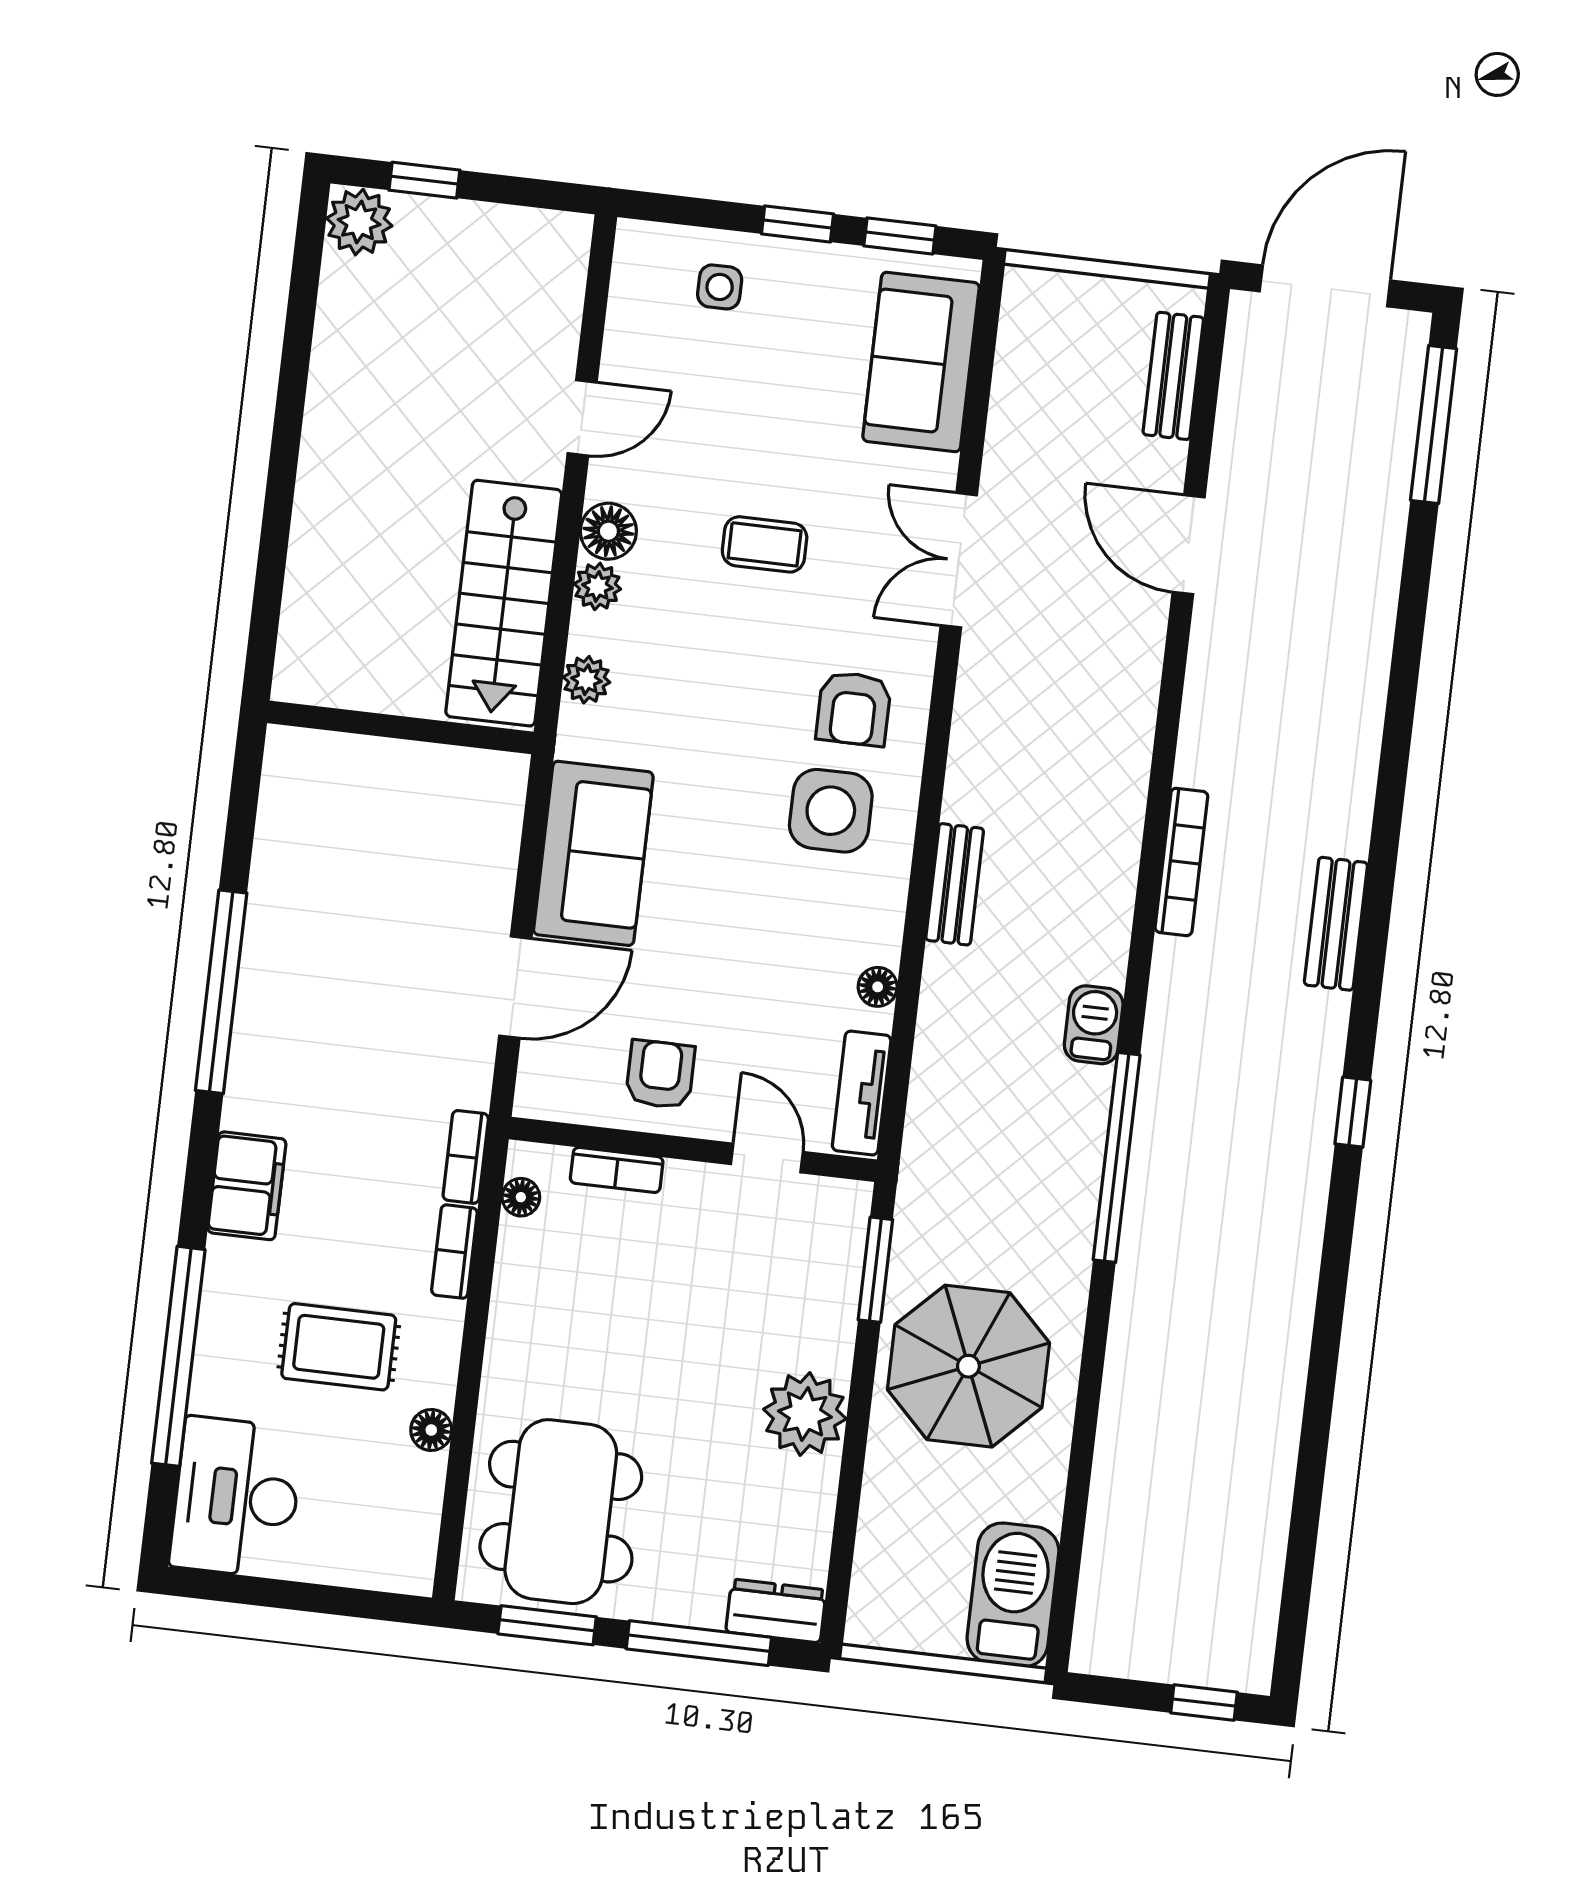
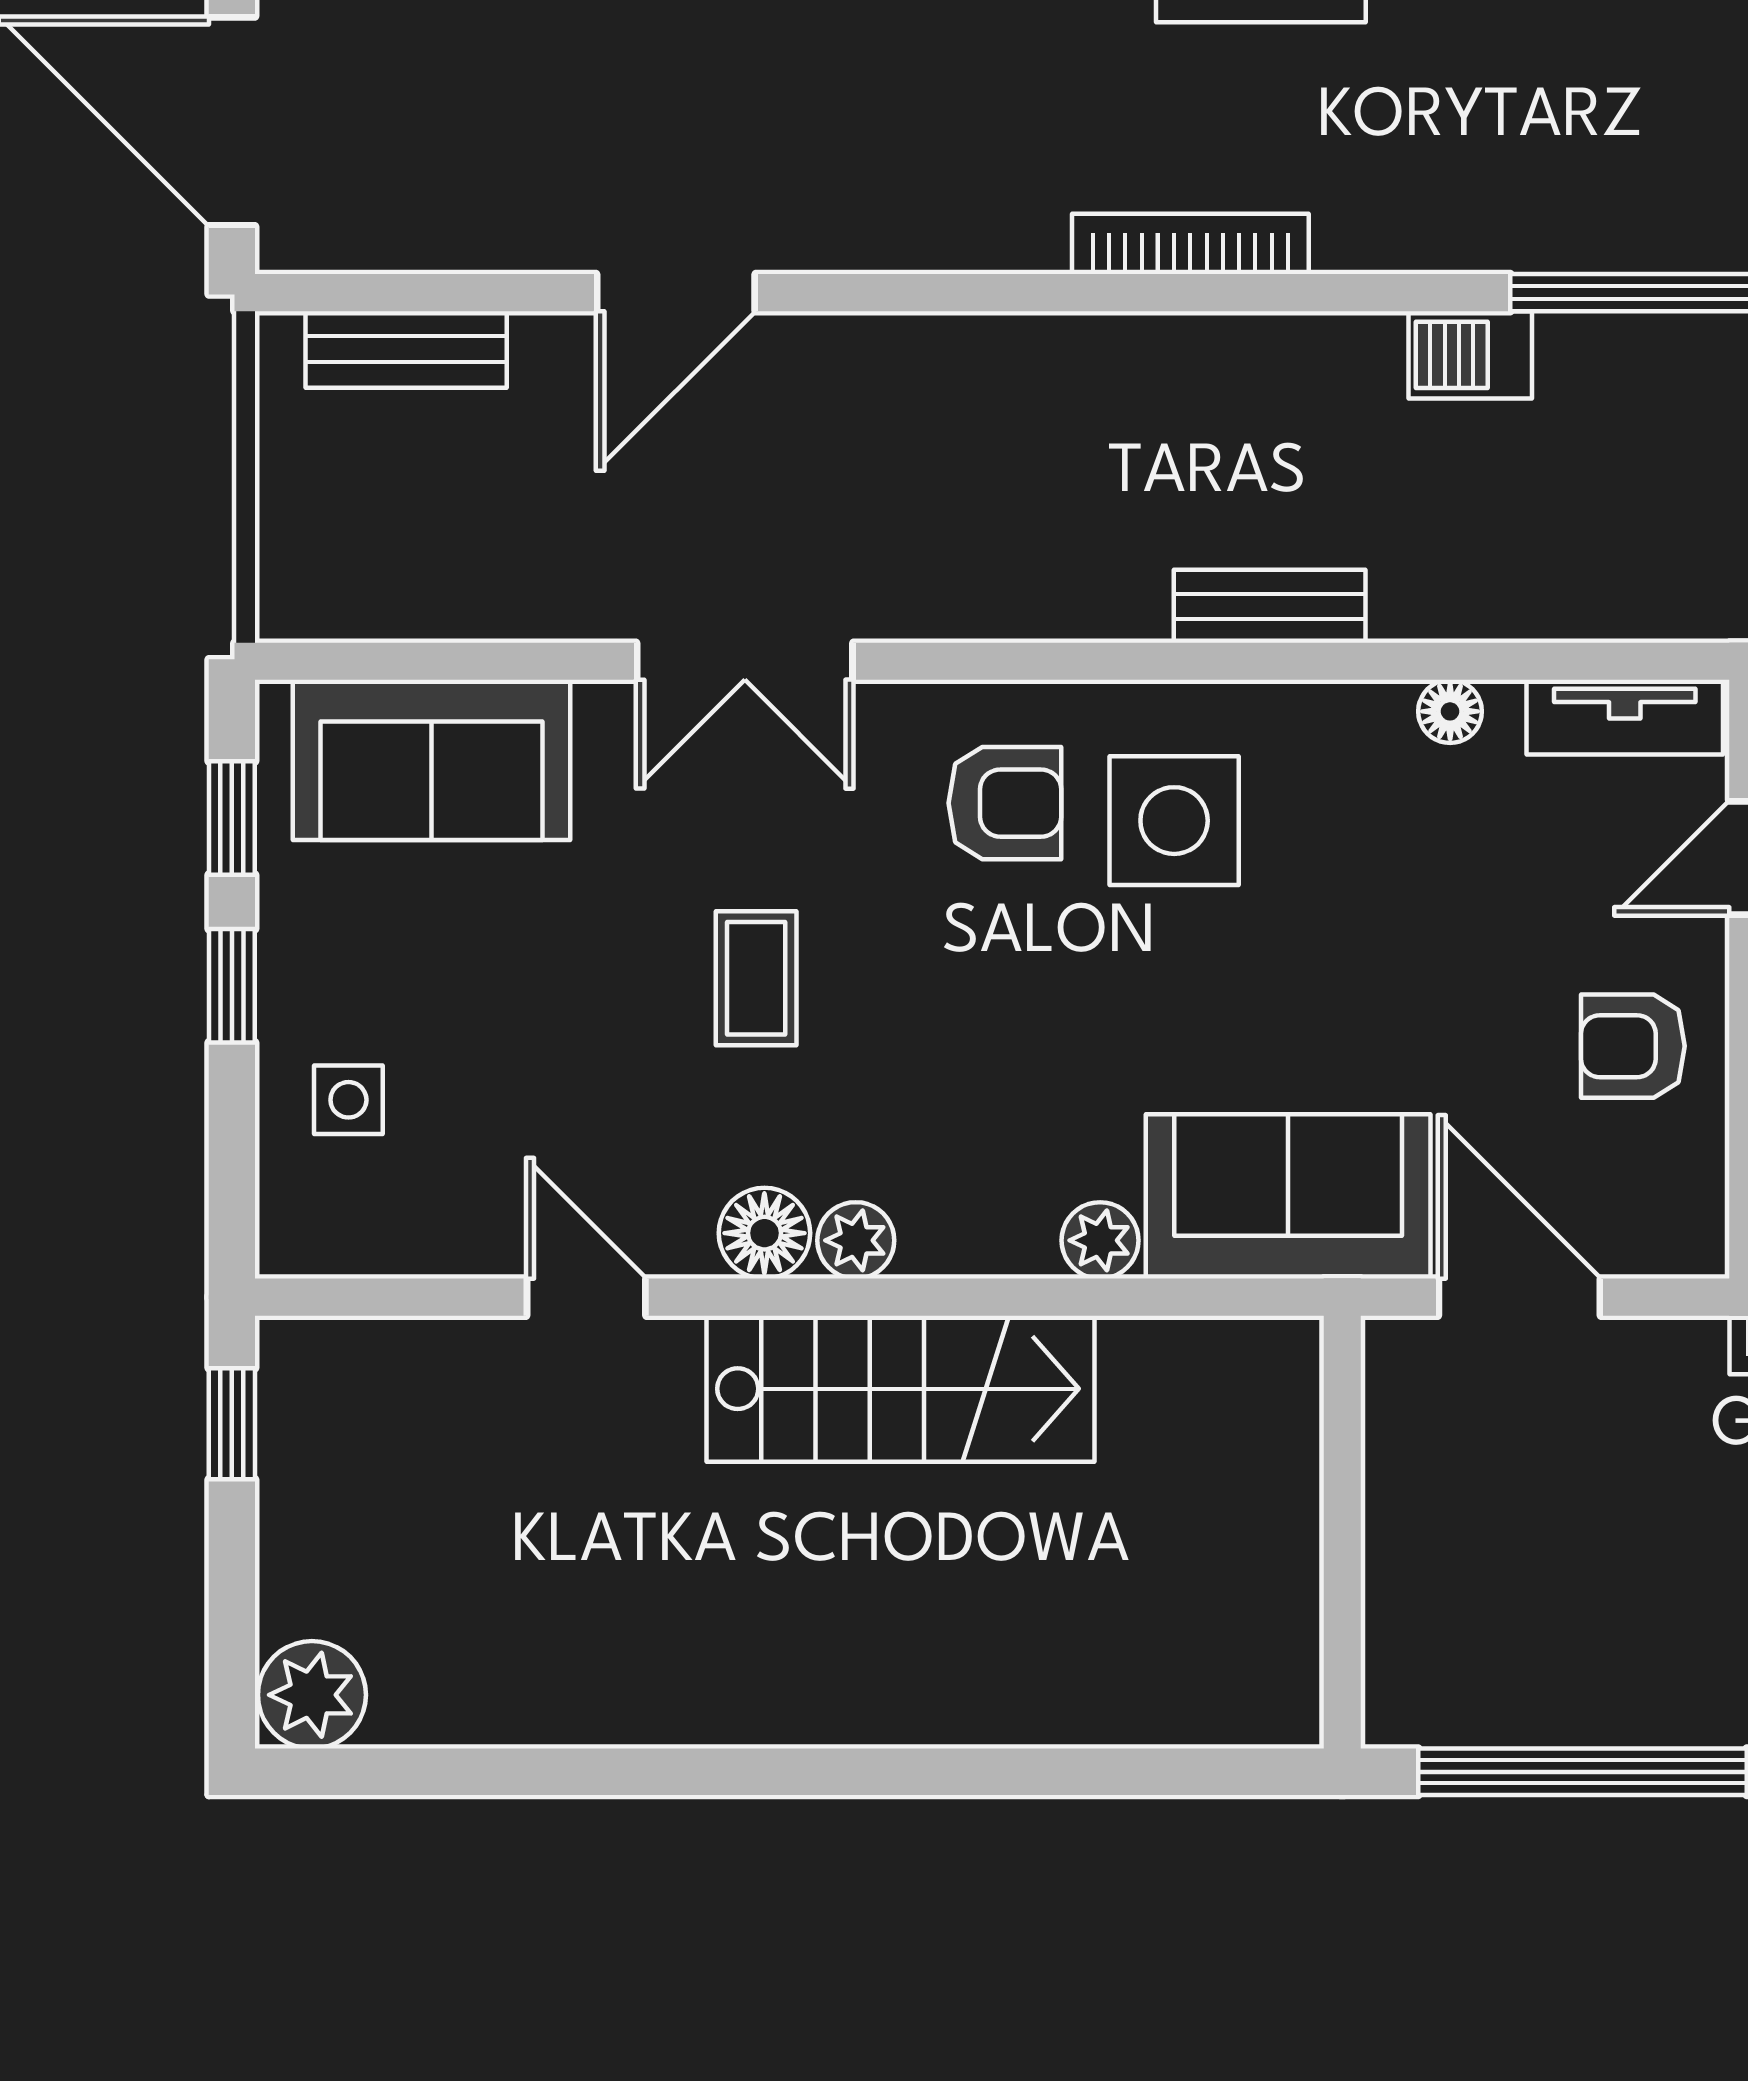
window: (424, 180) -> (232, 1424), moved
plant: (586, 680) -> (1100, 1240), moved
wall: (400, 727) -> (1342, 1532), moved

